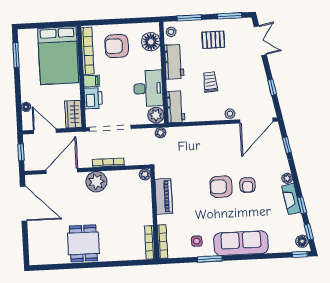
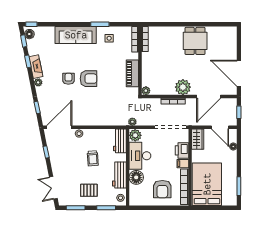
floor lamp: (151, 42) -> (136, 177), moved
armchair: (117, 46) -> (162, 189), turned 90

